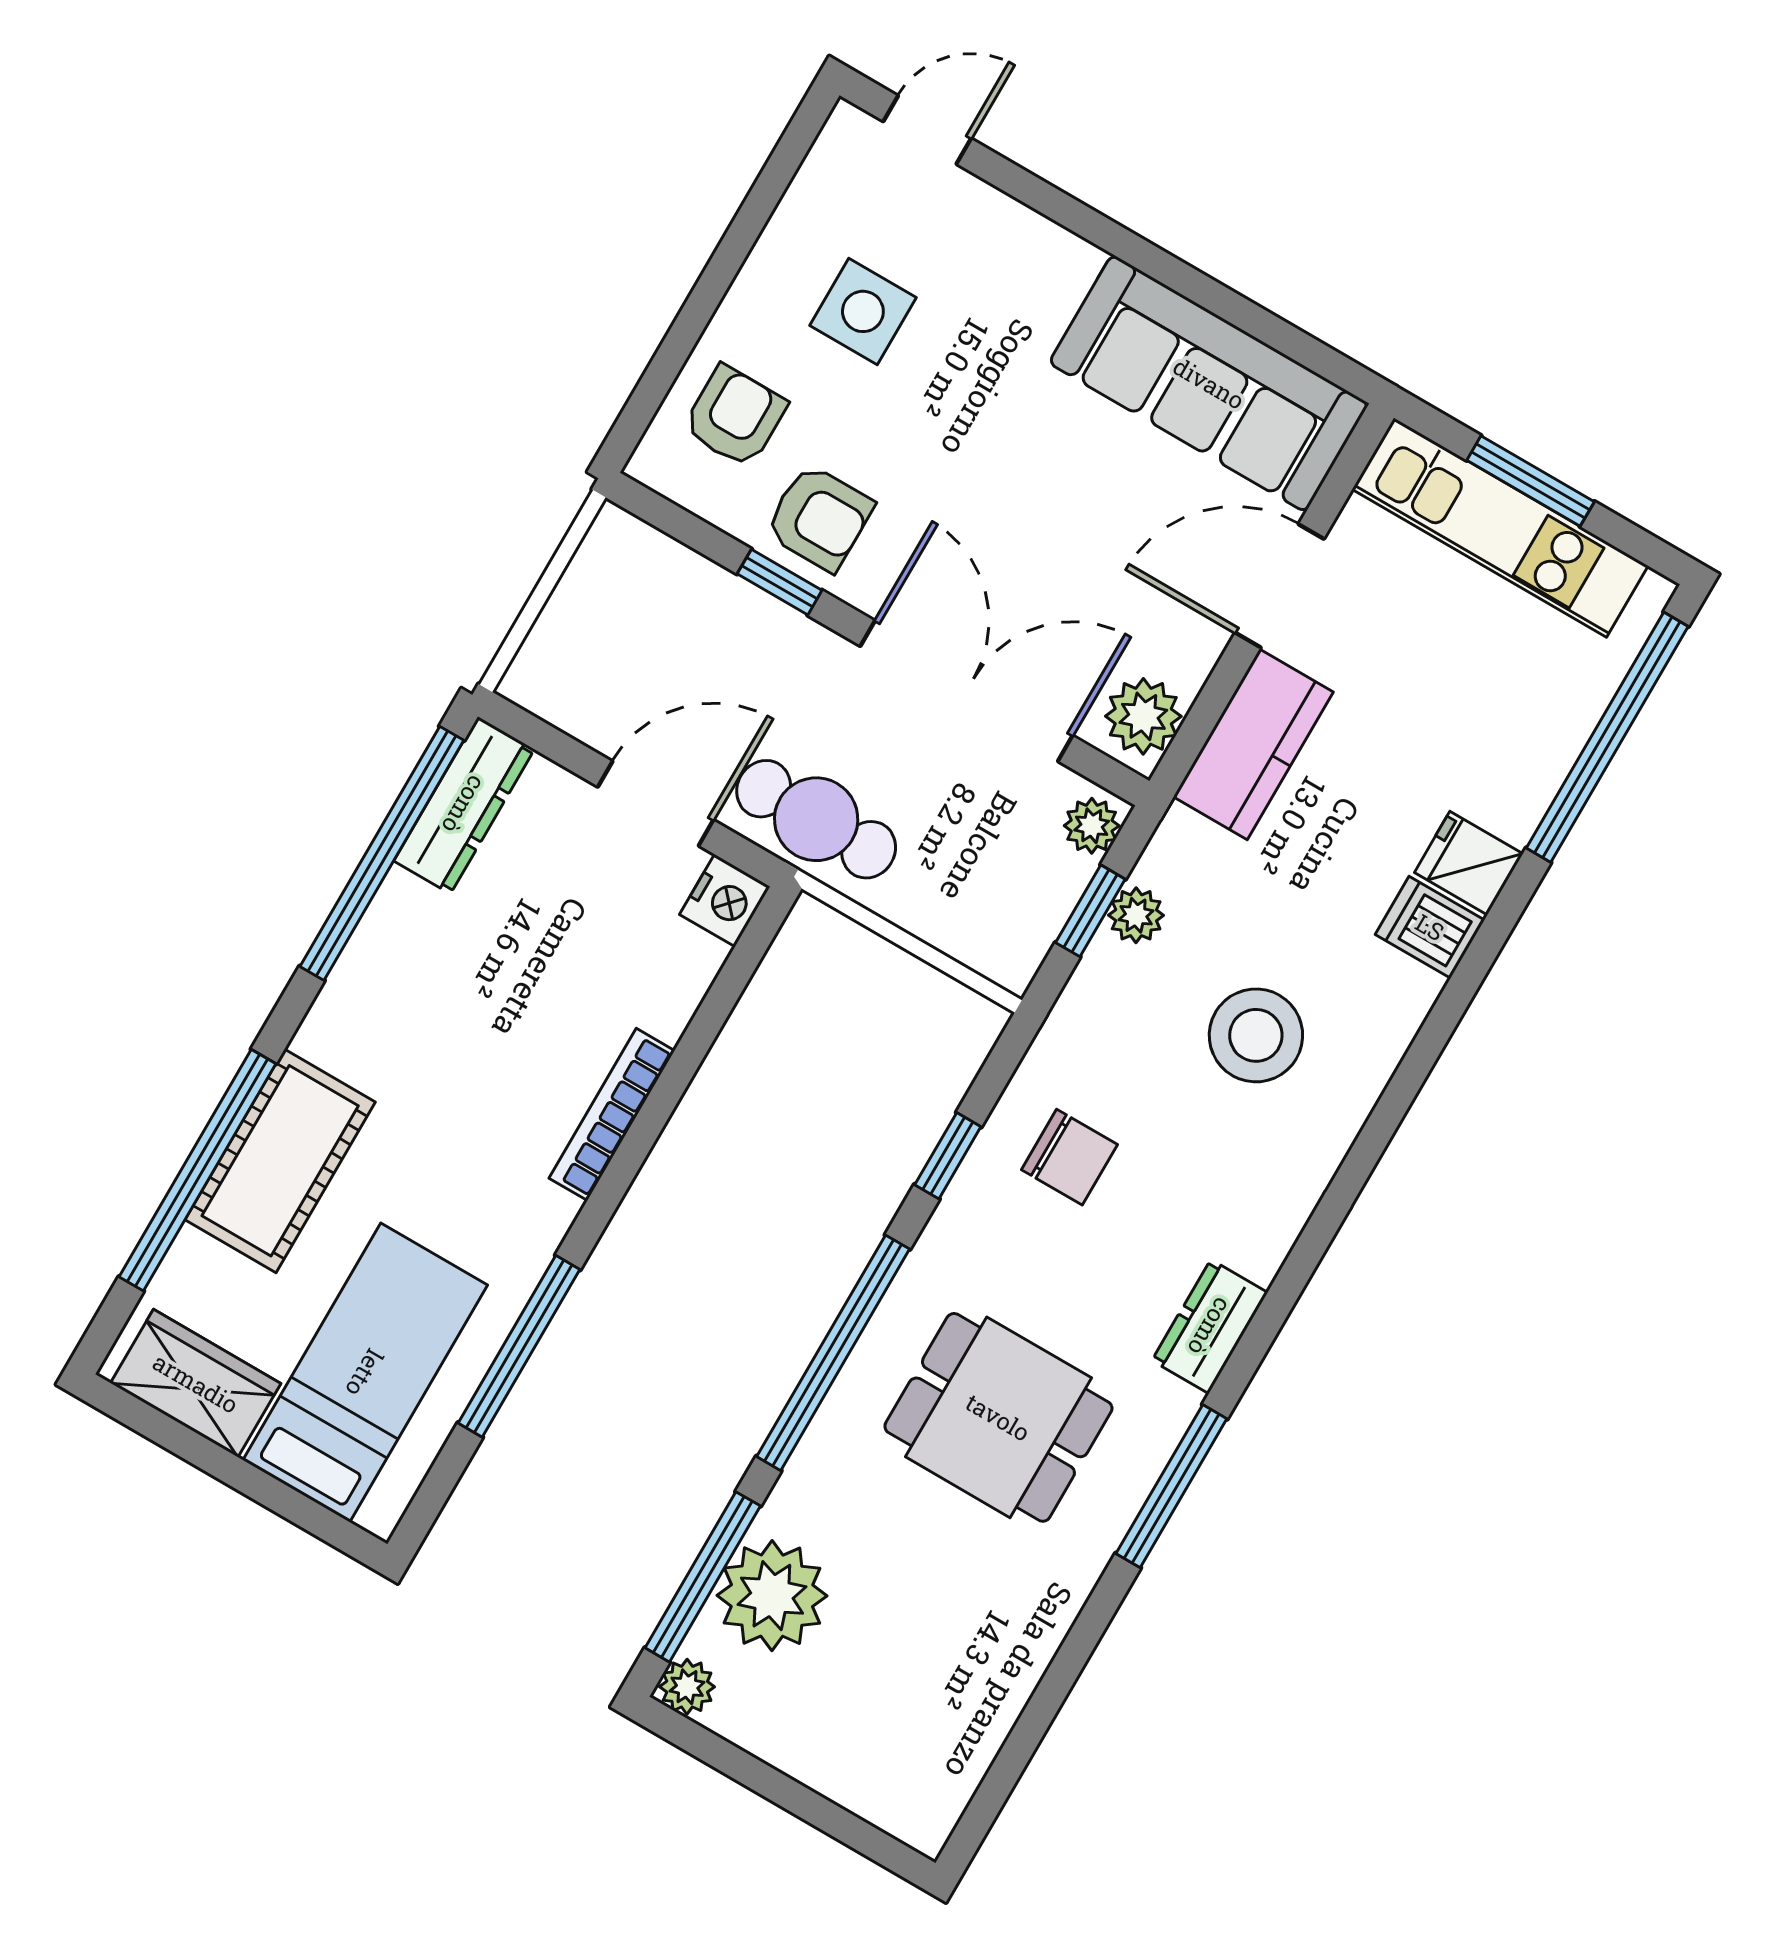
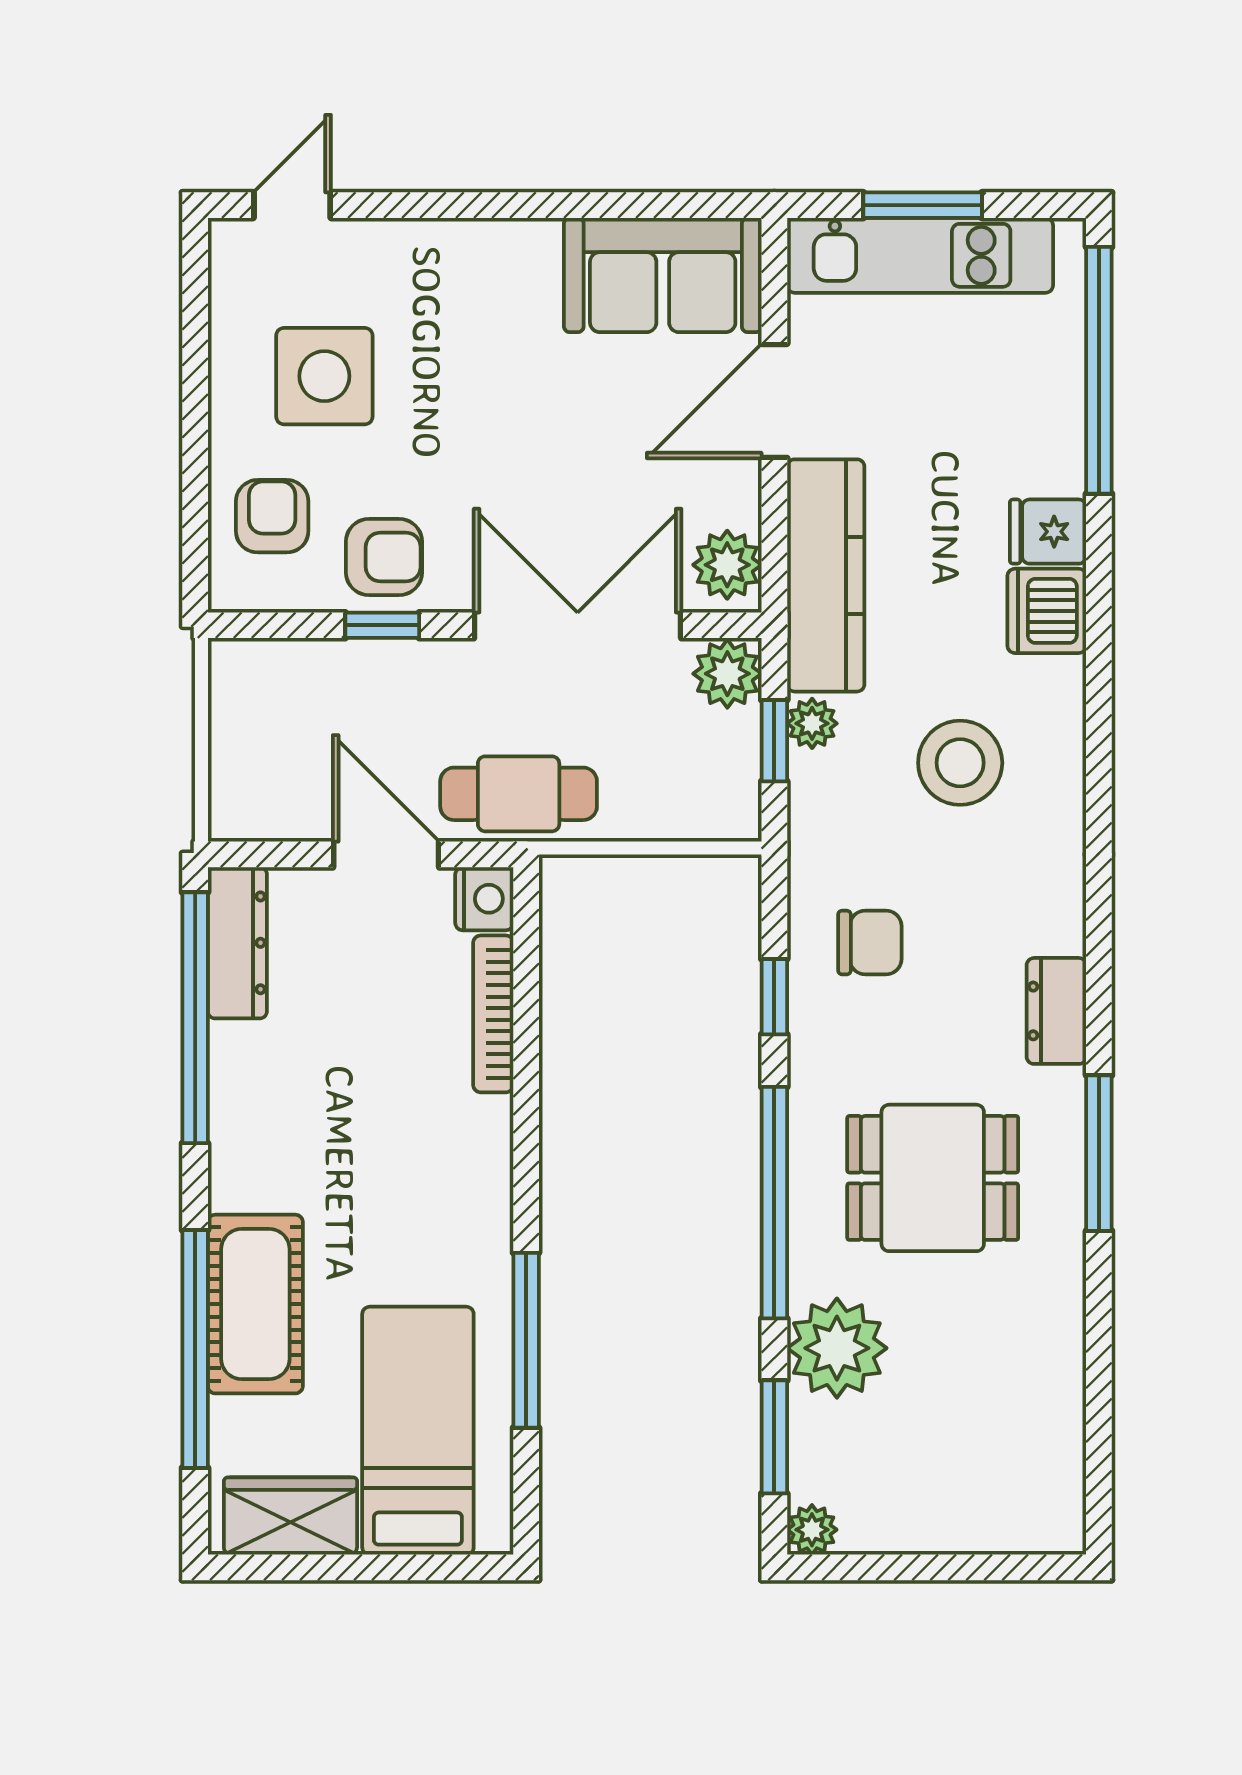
side table: (863, 311) -> (324, 376), width x1.37, depth x1.37
sofa: (1209, 383) -> (663, 275), width x0.73
kitchen counter: (1253, 744) -> (826, 575), width x1.50
door: (656, 803) -> (386, 854), hinge flipped
plant: (1092, 826) -> (727, 674), width x1.38, depth x1.38
dishwasher: (1430, 927) -> (1047, 611), width x1.38
bookcase: (612, 1114) -> (493, 1014), moved
window: (703, 1577) -> (774, 1437), width x0.69
plant: (772, 1596) -> (837, 1348), moved

